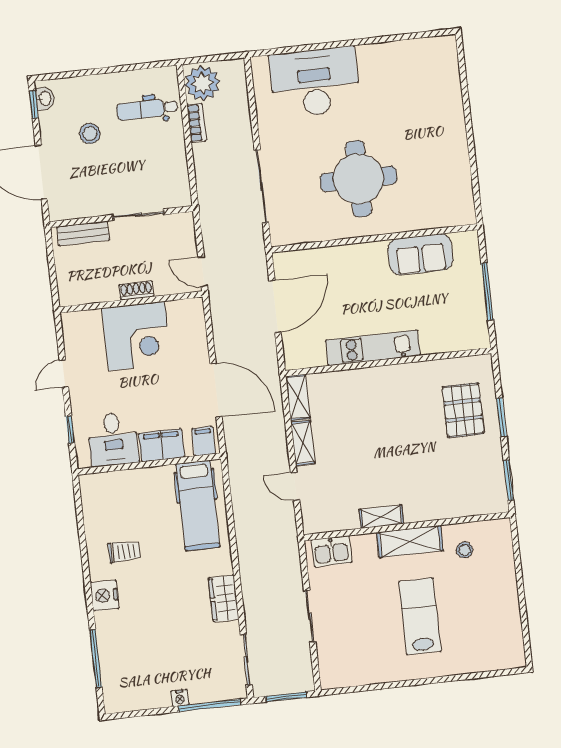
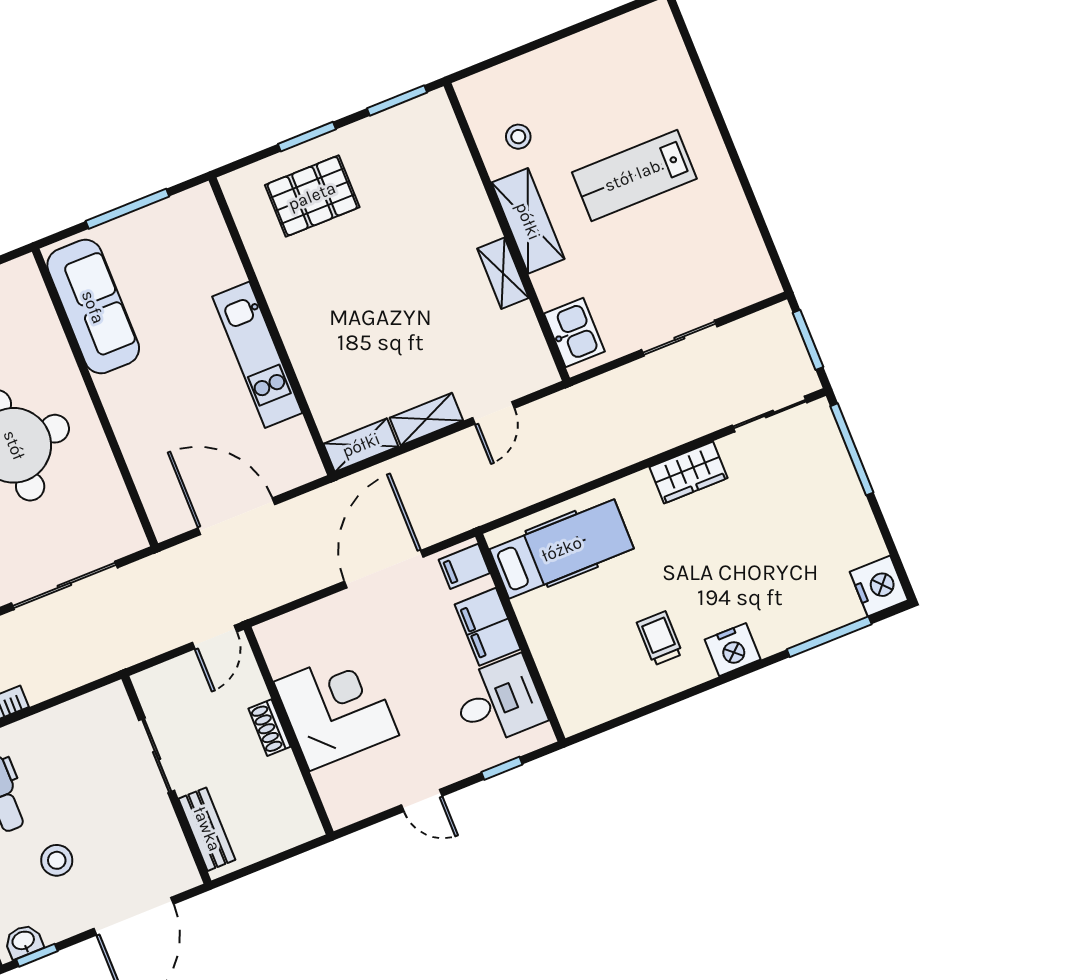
sofa: (420, 254) -> (93, 307), width x1.36
nightstand: (180, 698) -> (879, 586), moved, width x1.89, depth x1.79

